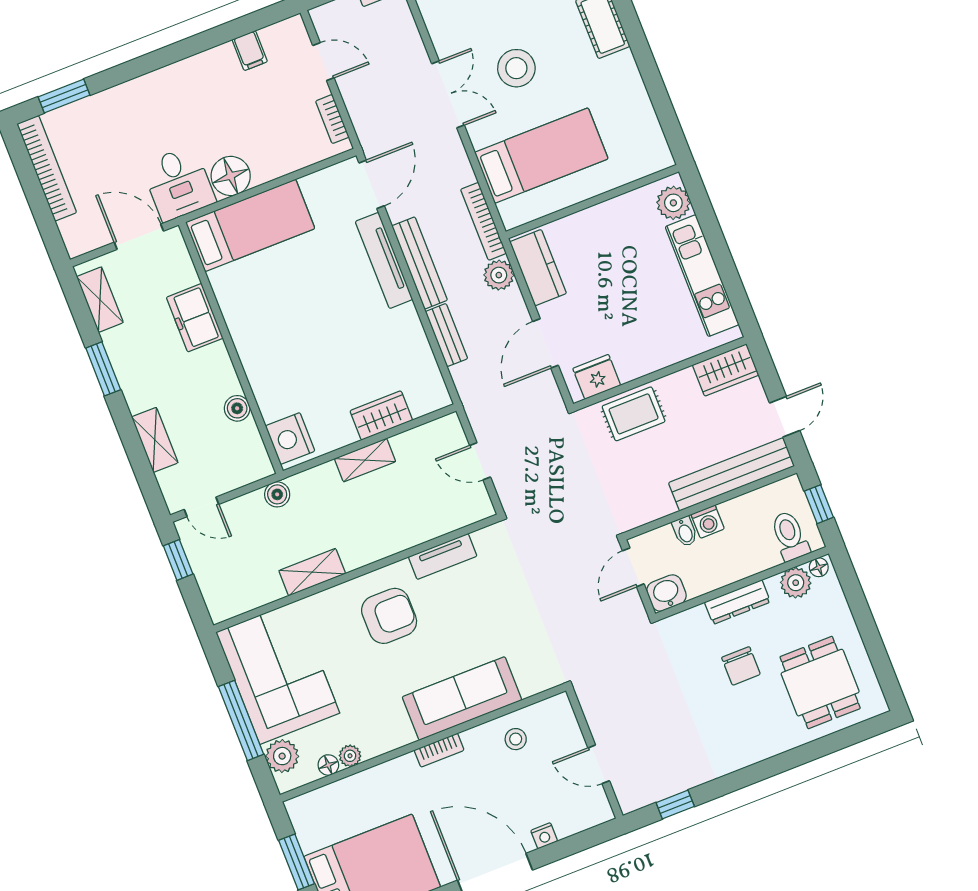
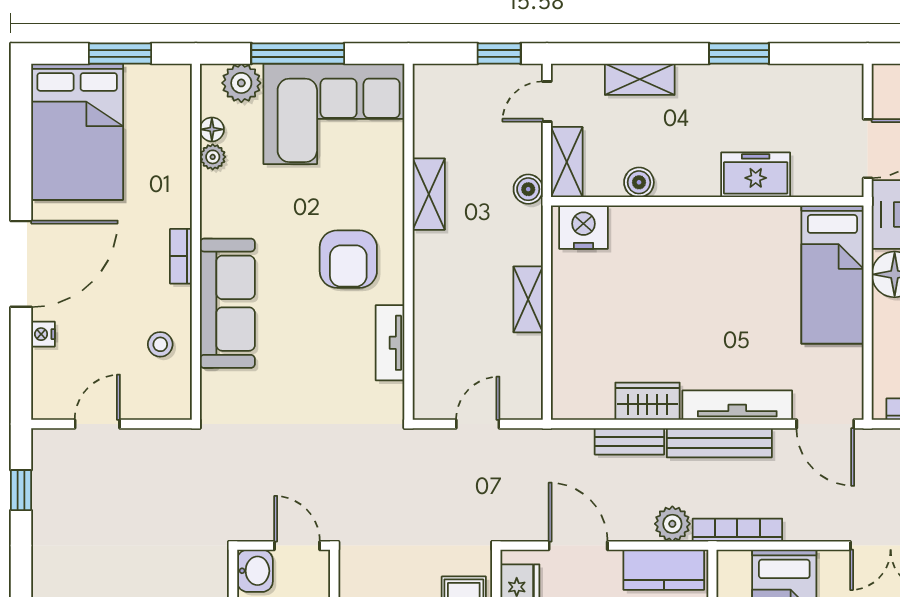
shelving: (100, 300) -> (567, 162), moved, turned 90
wardrobe: (381, 416) -> (647, 401), moved, turned -90

